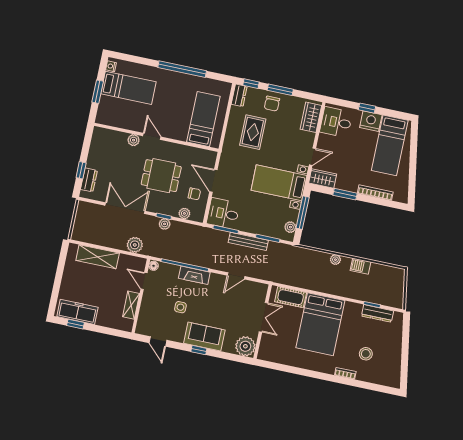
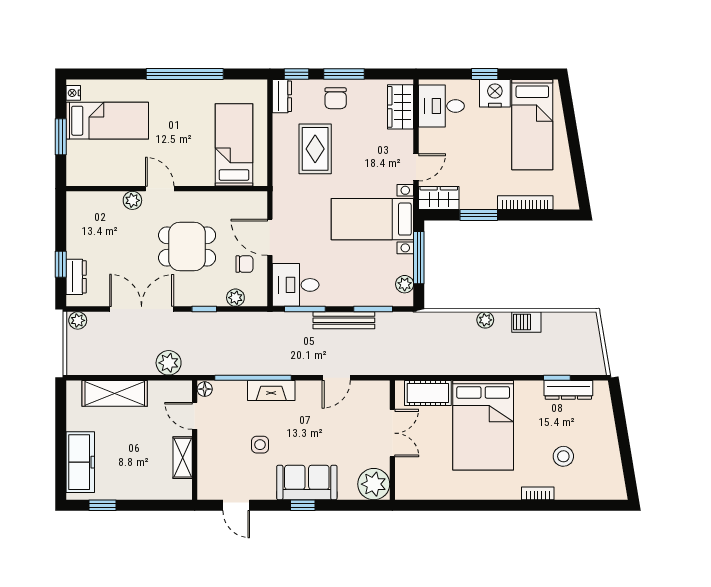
plant: (165, 224) -> (78, 320), moved
freezer: (77, 312) -> (80, 462), moved, turned 90

